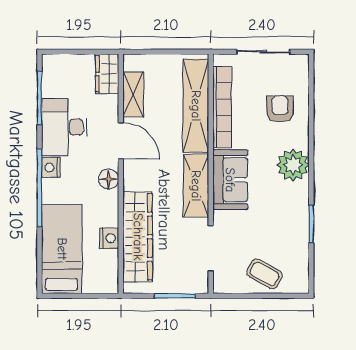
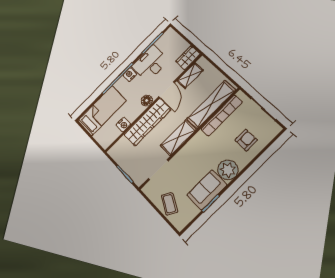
sofa: (230, 180) -> (207, 190), moved, turned 180
wardrobe: (138, 237) -> (147, 122), moved

